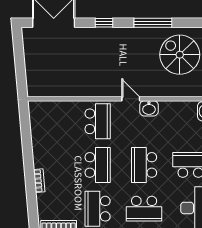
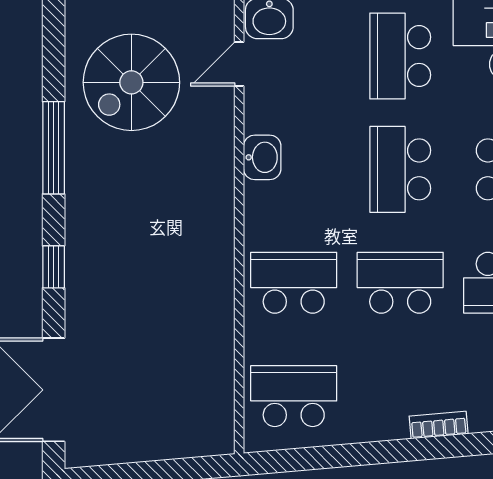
door: (131, 99) -> (239, 64), moved
school desk: (51, 121) -> (294, 396), added
school desk: (144, 165) -> (400, 169), turned 90

